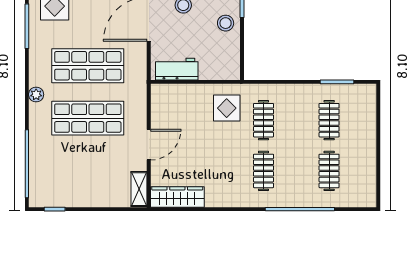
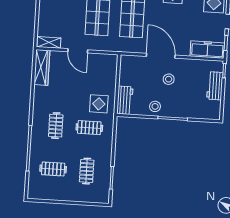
workbench: (177, 69) -> (125, 100), moved
clothes rail: (329, 120) -> (87, 171), turned 90
clothes rail: (264, 171) -> (56, 126), turned 90

